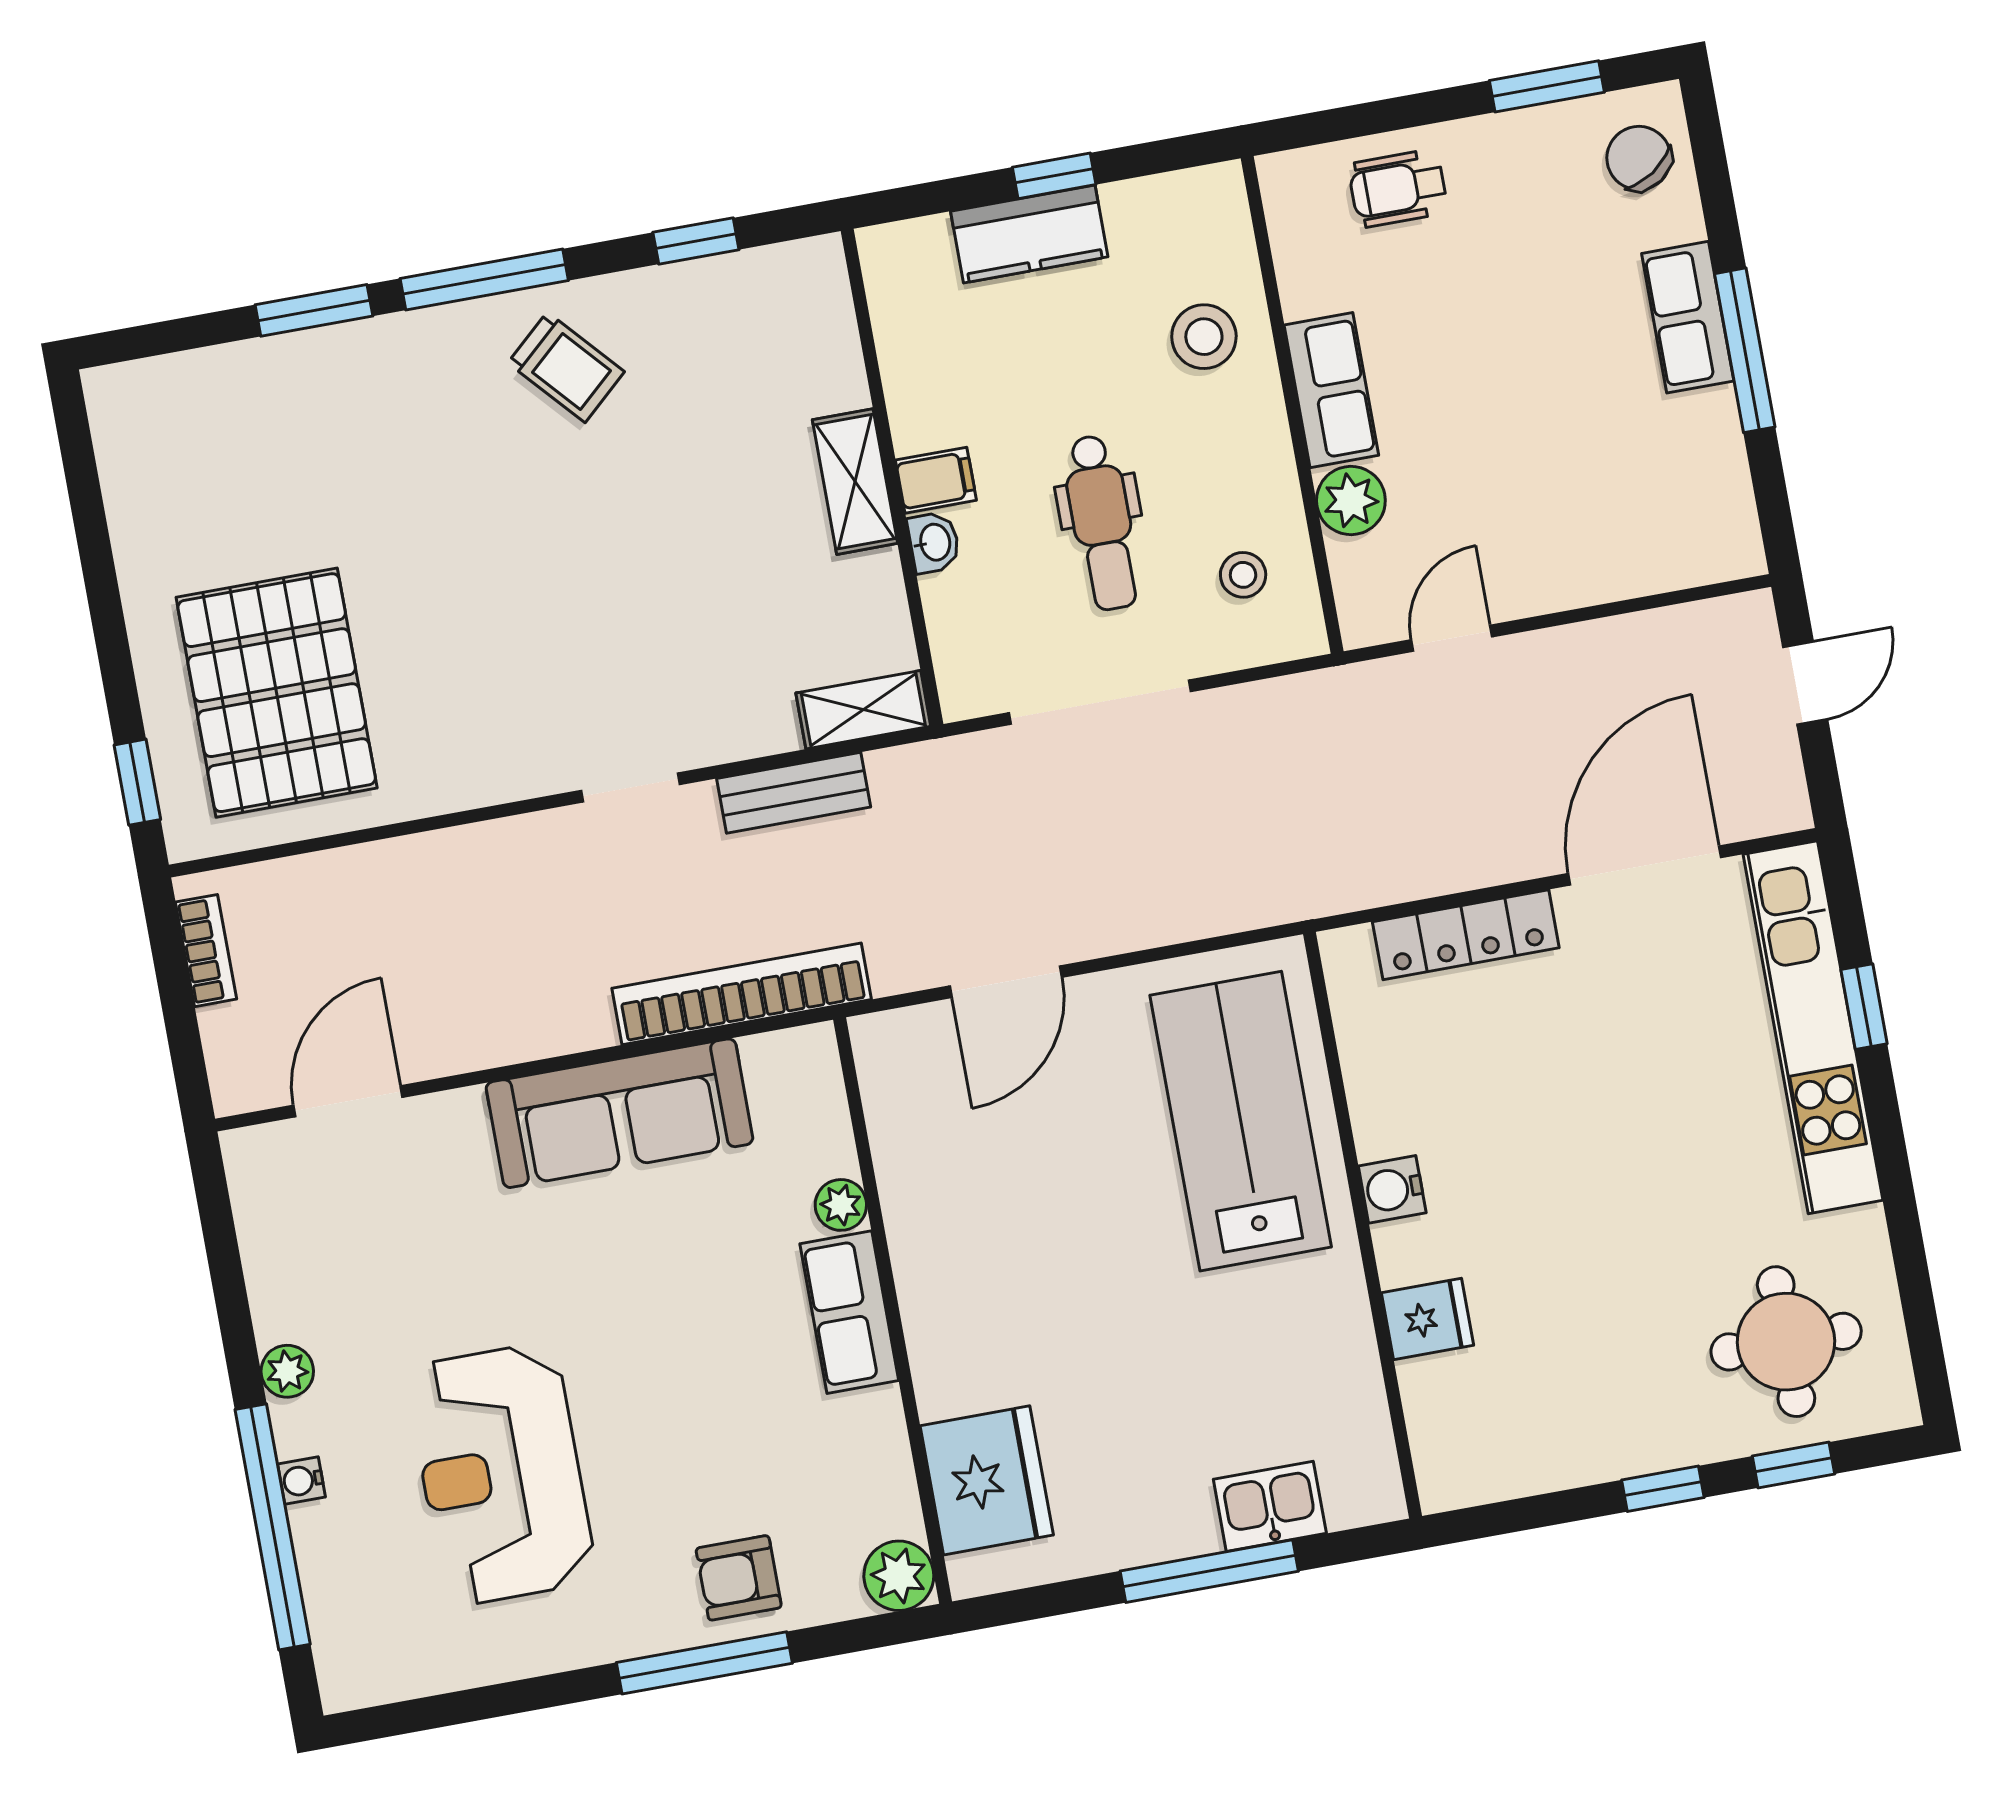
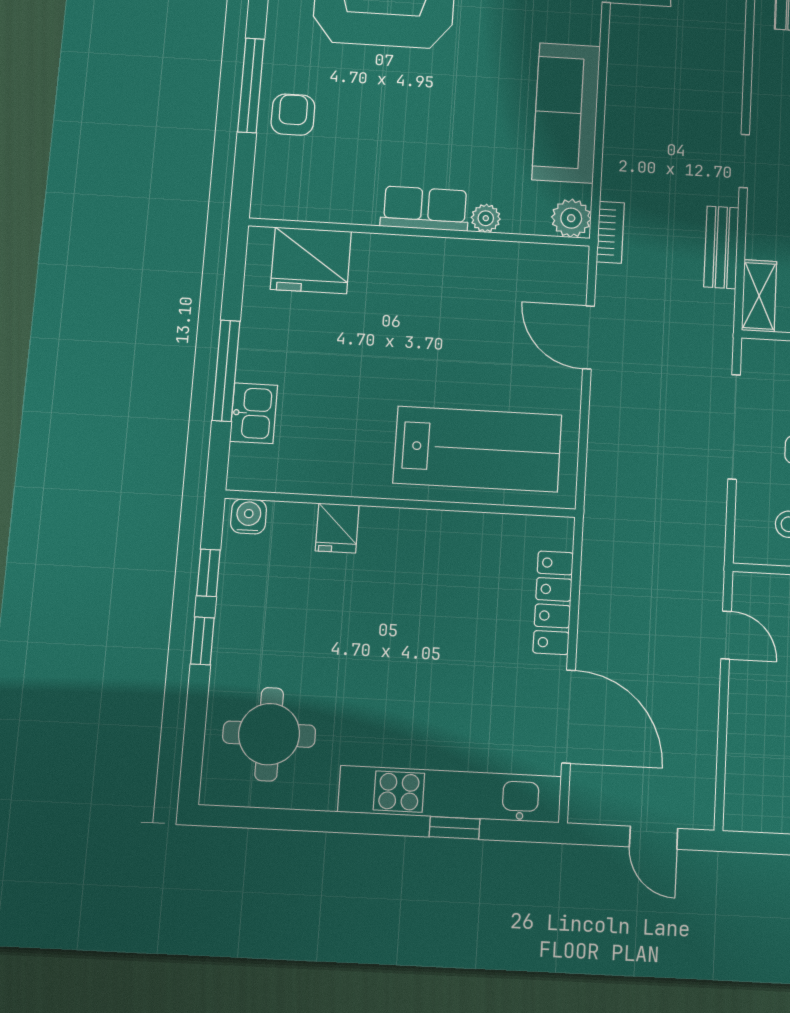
bookcase: (742, 994) -> (610, 232), width x0.43, depth x0.76
water cooler: (1392, 1189) -> (249, 516), moved
window: (1793, 1465) -> (208, 573), moved
plant: (899, 1576) -> (571, 218), moved

